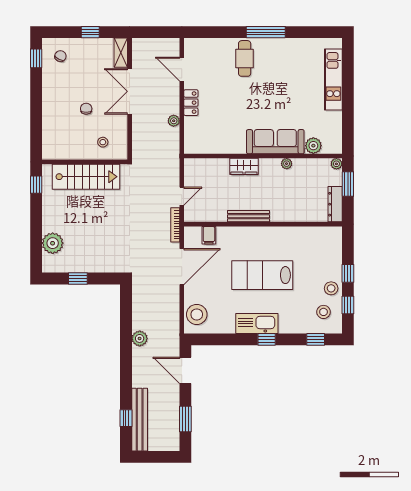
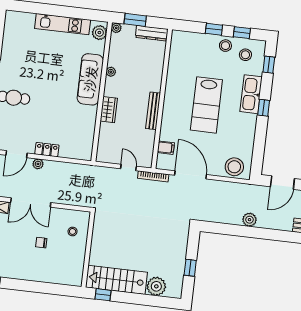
kitchen unit: (333, 80) -> (63, 24), moved
plant: (174, 121) -> (38, 164), moved
plant: (313, 146) -> (99, 33), moved
stairs: (86, 177) -> (116, 280), moved, turned -90
kitchen sink: (257, 324) -> (251, 94), moved

